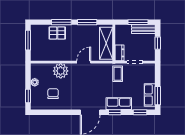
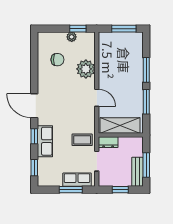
pallet: (57, 33) -> (133, 65), removed
row of seats: (150, 95) -> (77, 180), moved
window: (28, 96) -> (78, 29), moved
window: (158, 96) -> (71, 190), moved

